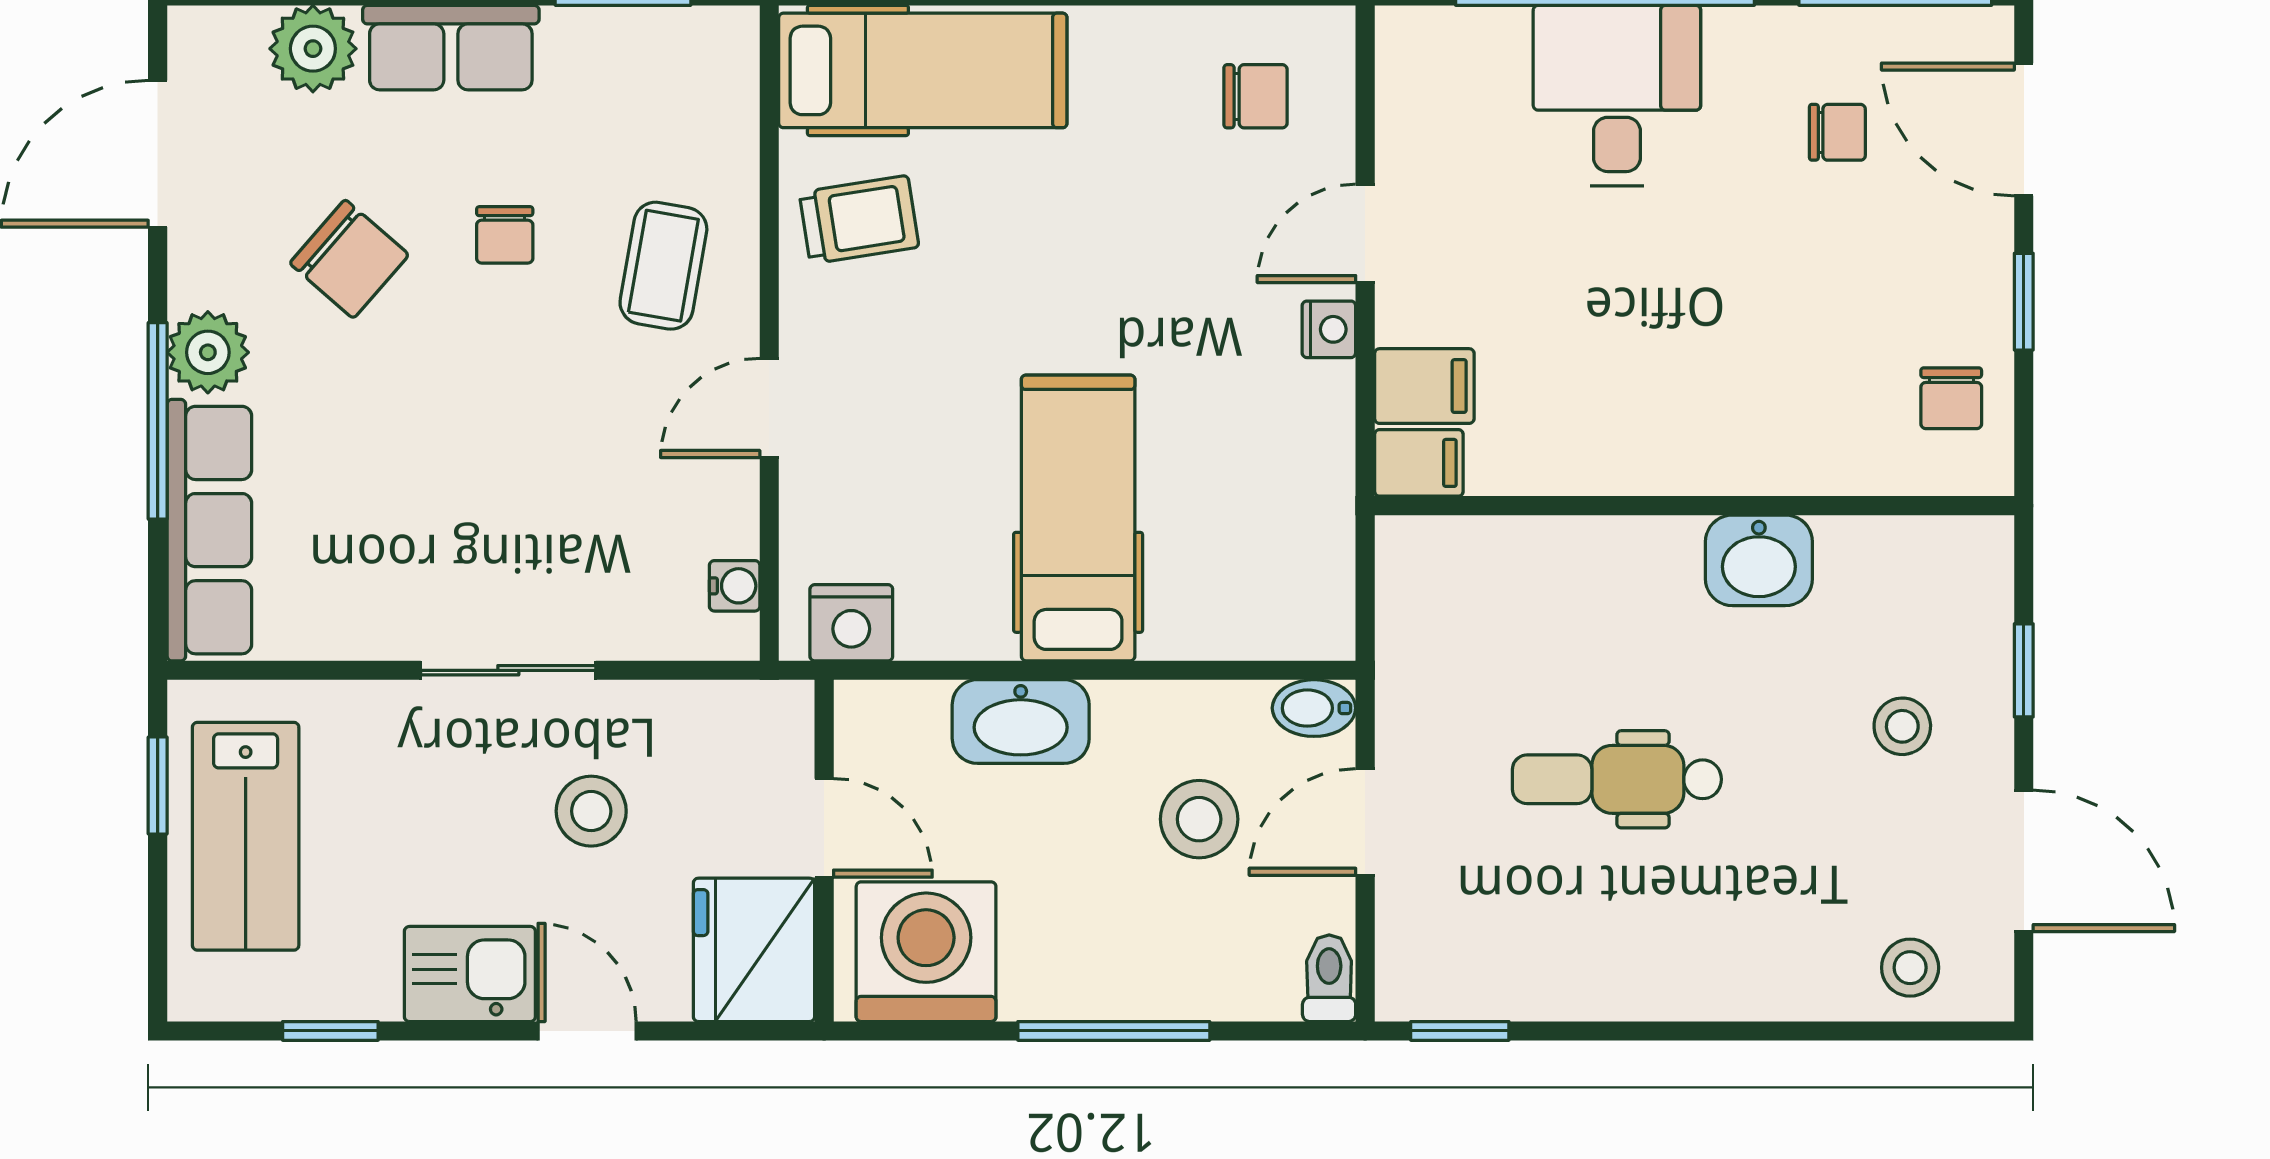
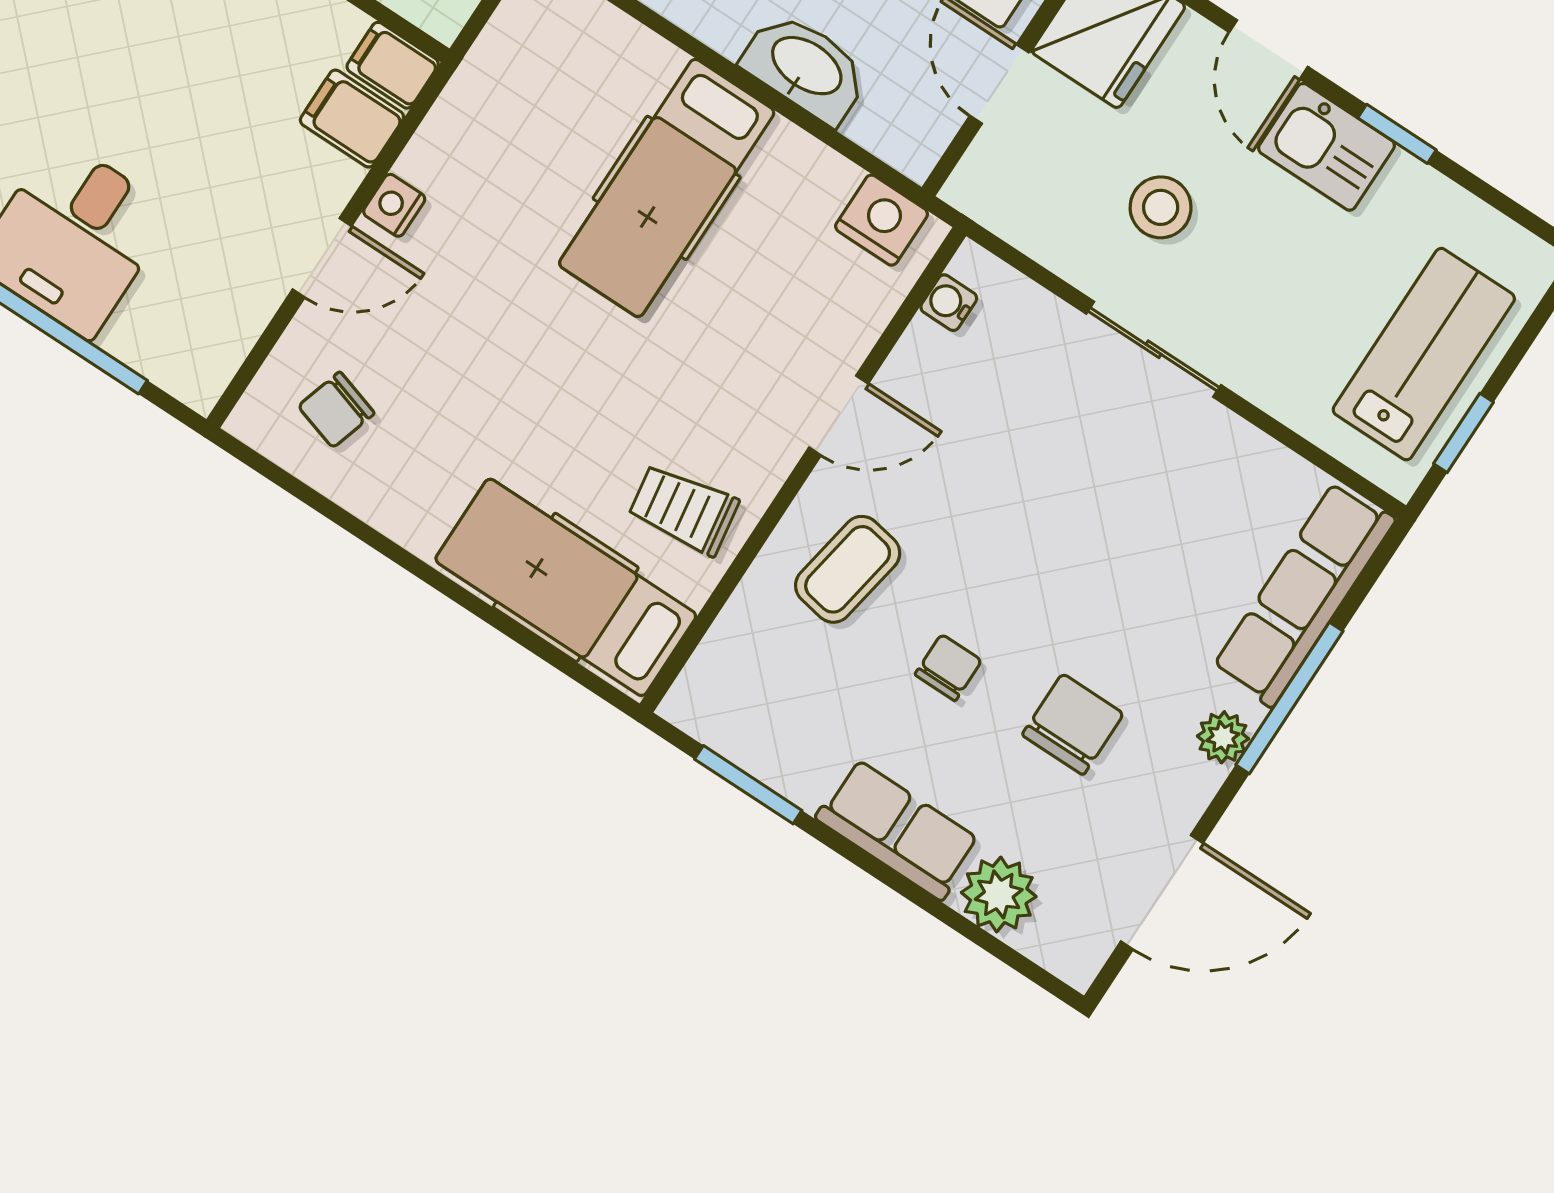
chair: (1256, 96) -> (336, 410), turned -73
chair: (349, 259) -> (1073, 724), turned 49
plant: (208, 352) -> (1223, 737), width x0.73, depth x0.73
window: (330, 1031) -> (1397, 134), moved

